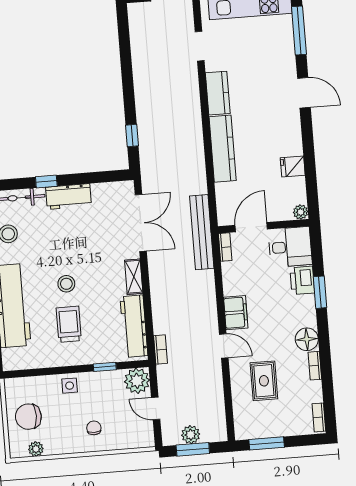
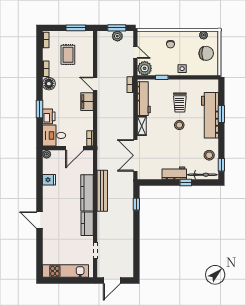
window: (299, 31) -> (39, 255), removed
bench: (202, 232) -> (102, 191), moved
rug: (264, 381) -> (68, 55), moved

